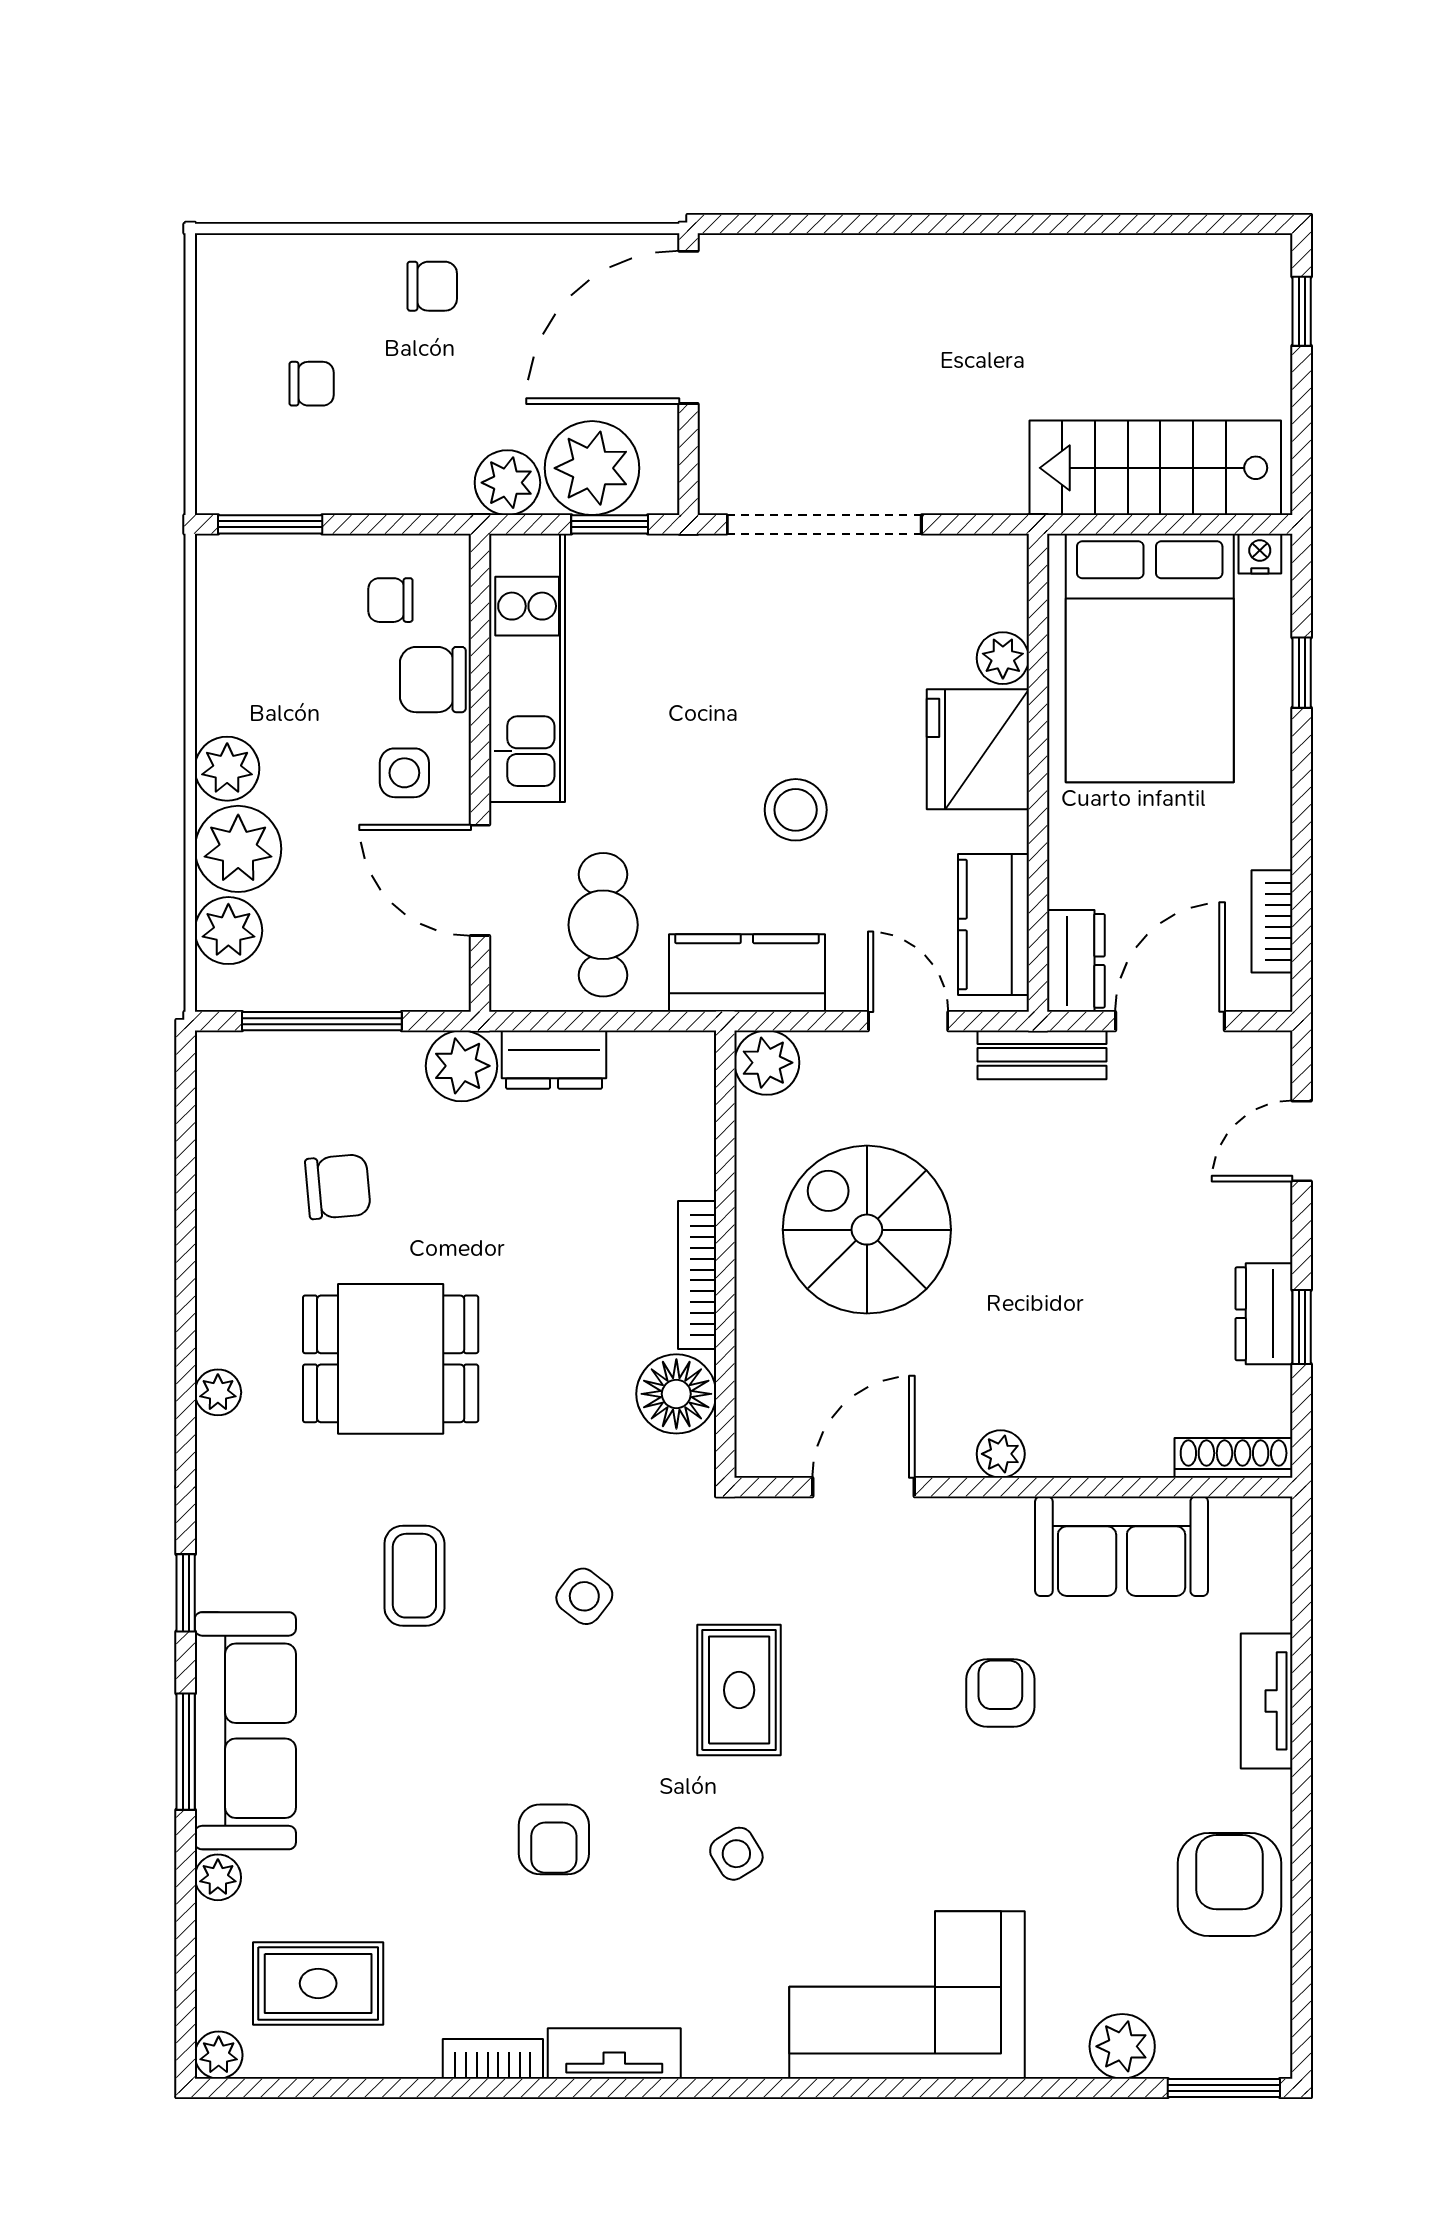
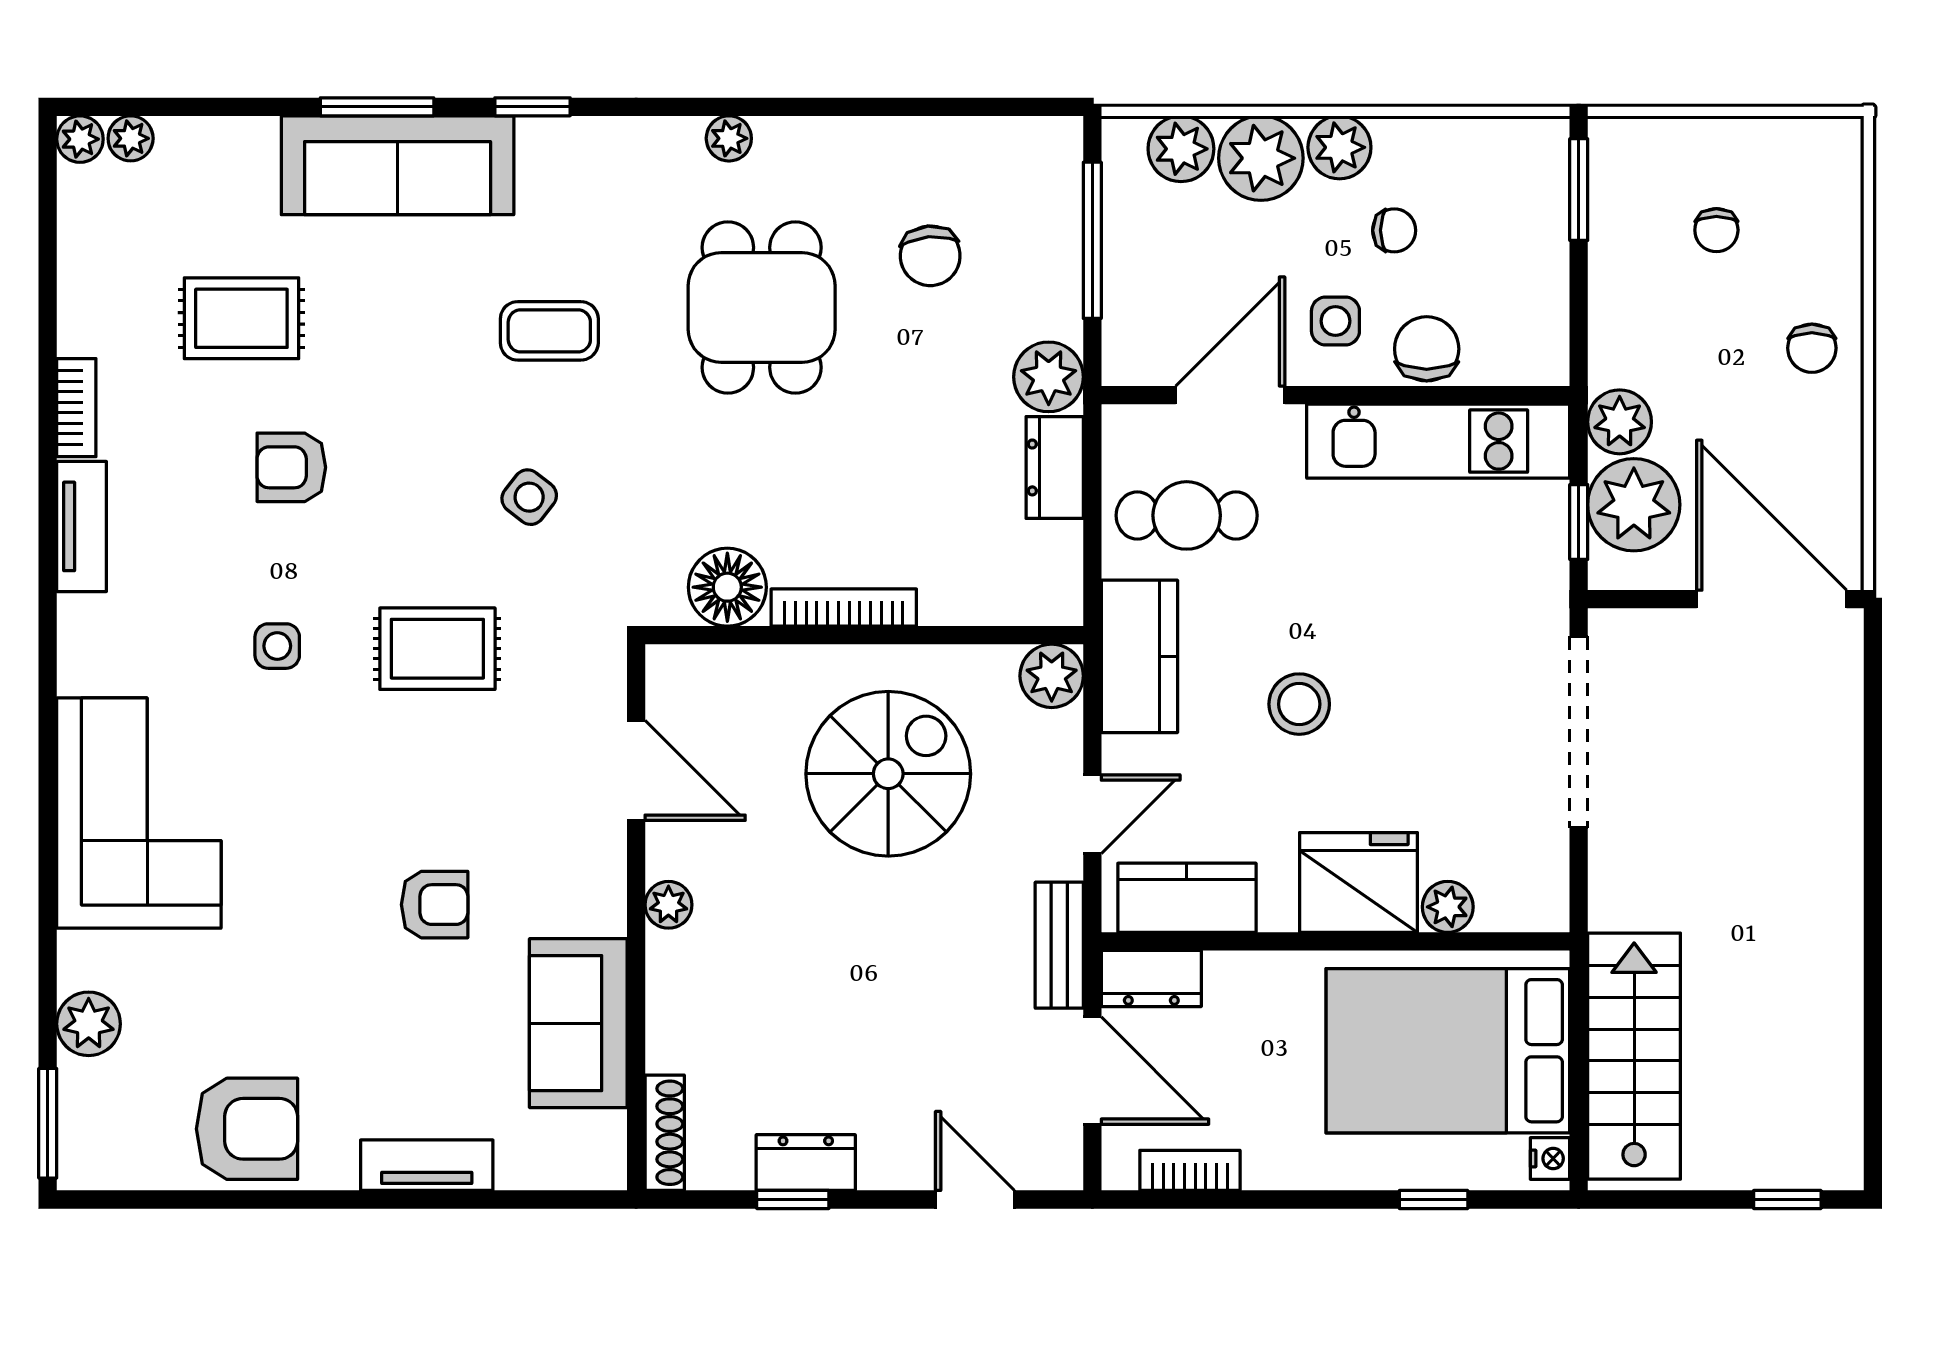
chair: (390, 600) -> (1394, 230), moved, turned 90
side table: (736, 1854) -> (277, 646), turned 32
plant: (218, 1877) -> (131, 138), moved
rug: (318, 1983) -> (241, 318), moved, turned 90

